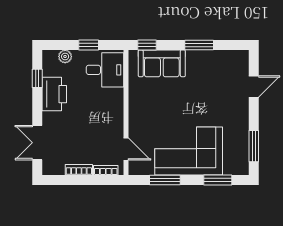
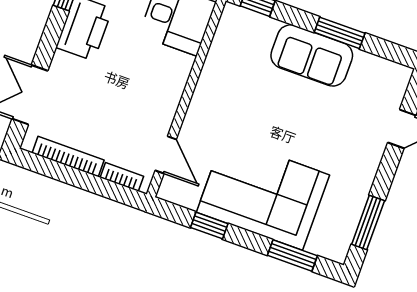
sofa: (162, 63) -> (312, 55), moved
bookcase: (79, 170) -> (68, 157), width x1.56
window: (165, 180) -> (209, 226), width x0.67

